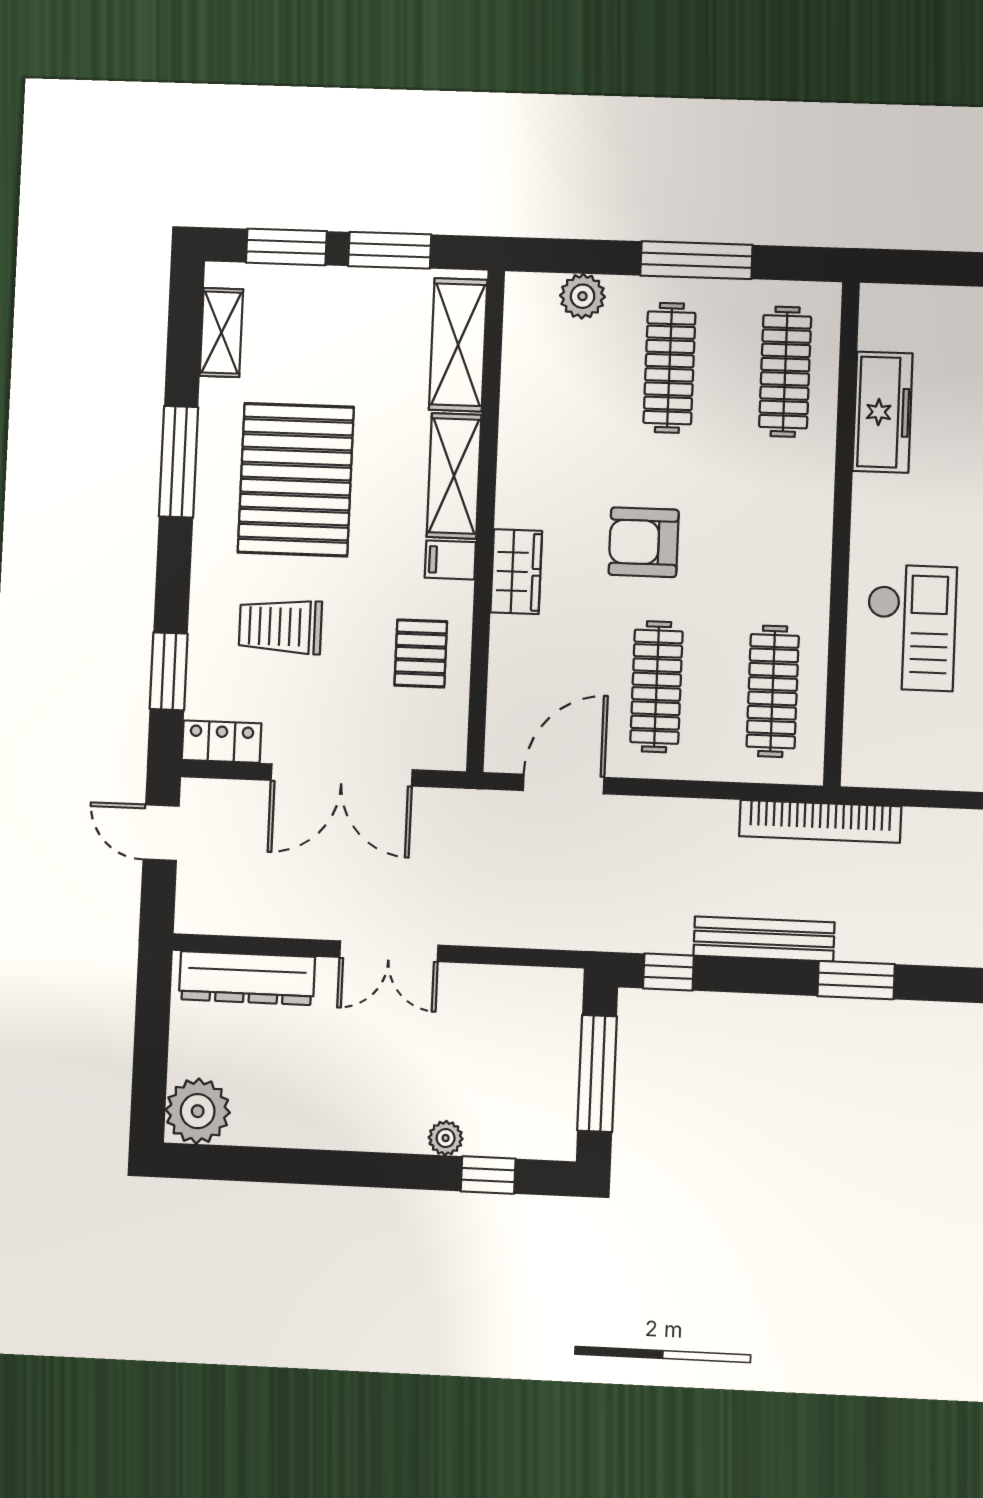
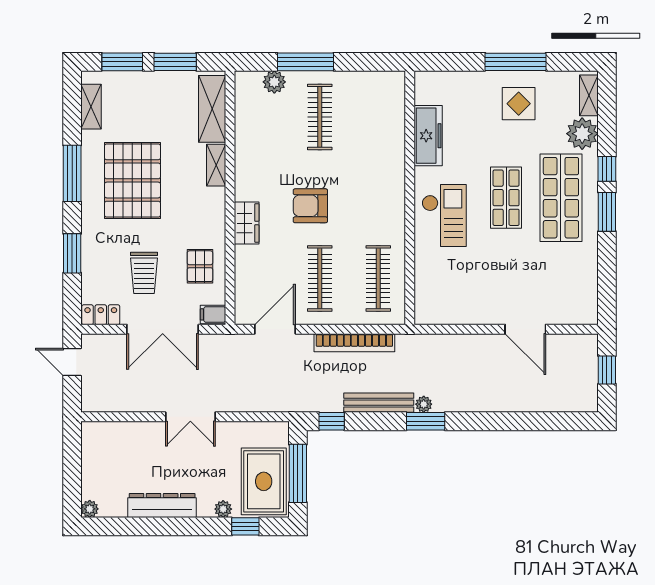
window: (696, 260) -> (305, 62), moved
clothes rail: (785, 372) -> (378, 117), removed
shelving: (454, 476) -> (216, 165), width x0.67, depth x0.75
filing cabinet: (450, 560) -> (213, 314), moved
trolley: (280, 627) -> (144, 273), moved, turned -90
checkout: (911, 628) -> (444, 216), moved
window: (169, 671) -> (72, 253), moved
bookcase: (820, 821) -> (354, 343), moved
plant: (854, 946) -> (424, 404), added
dresser: (247, 978) -> (162, 506), moved, turned 180
rug: (528, 1086) -> (264, 481), added
plant: (198, 1111) -> (90, 509), width x0.53, depth x0.53

